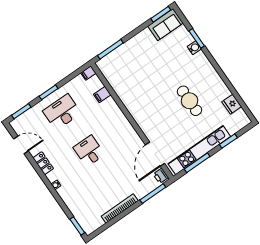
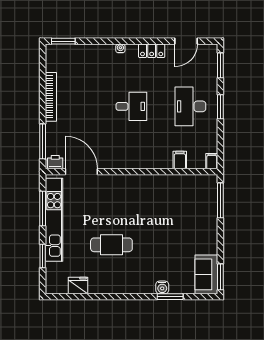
desk: (62, 112) -> (190, 106), turned 180

